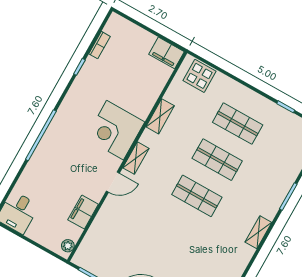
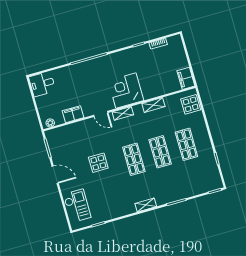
display table: (162, 237) -> (98, 163), added

